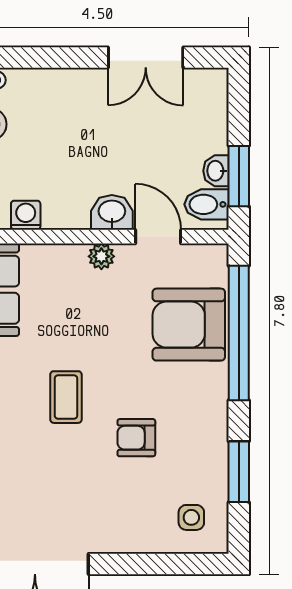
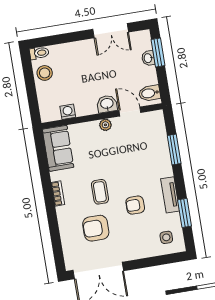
washbasin: (216, 171) -> (148, 58), moved
window: (239, 176) -> (158, 52), moved
armchair: (189, 325) -> (96, 228), moved, width x0.73, depth x0.73
window: (239, 333) -> (174, 150), width x0.47
tv unit: (214, 428) -> (170, 195), added

